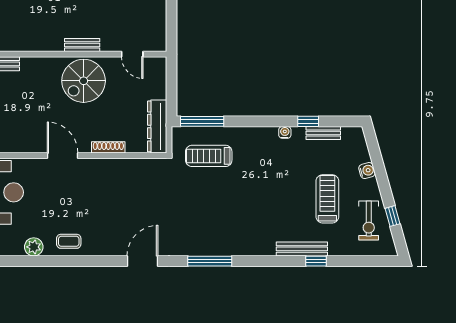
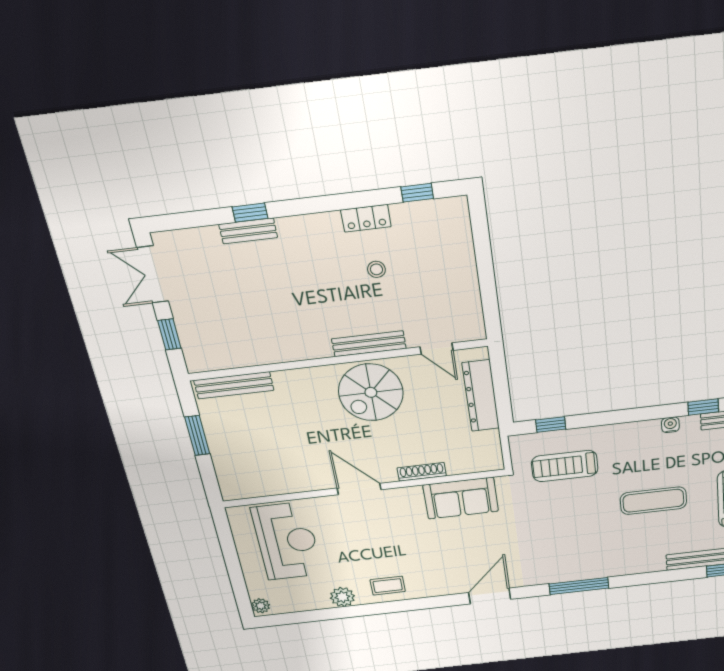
bench: (82, 45) -> (369, 344), width x1.36
window: (202, 121) -> (551, 425), width x0.46
dresser: (157, 126) -> (481, 396), moved
sofa: (133, 173) -> (461, 498), added
exercise mat: (270, 193) -> (653, 501), added

